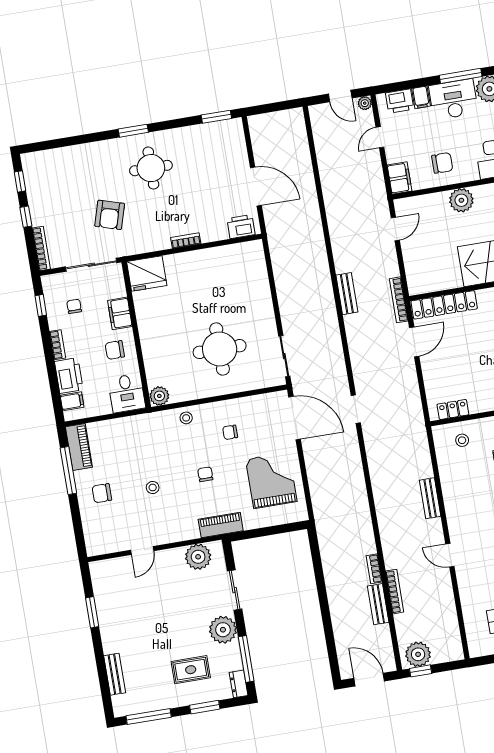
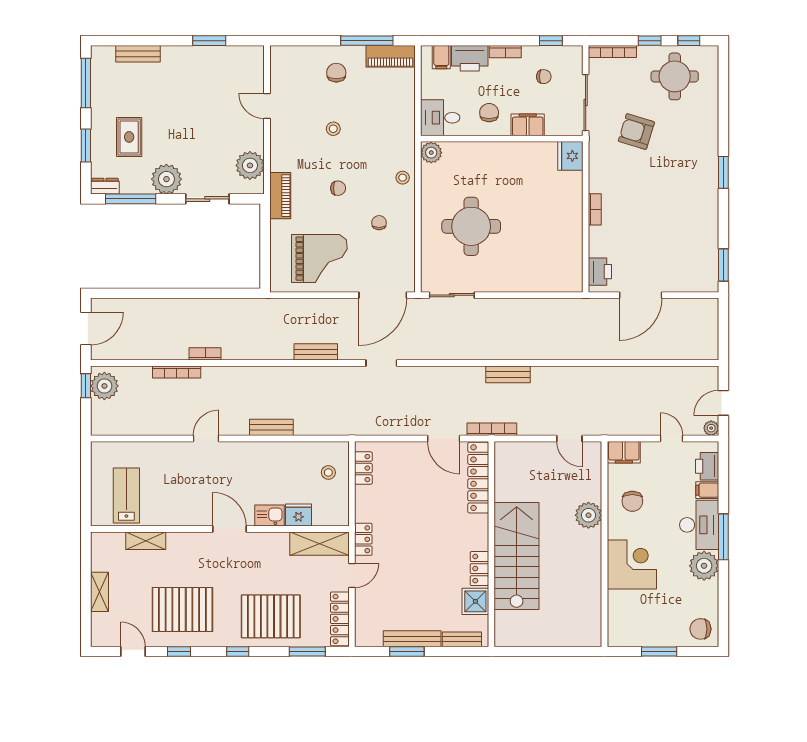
round table: (151, 168) -> (675, 76), moved
fridge: (147, 273) -> (570, 156), width x0.73, depth x0.75
bench: (378, 604) -> (316, 352), moved

